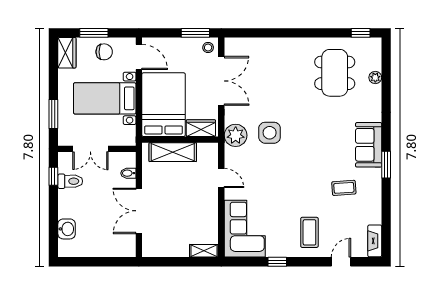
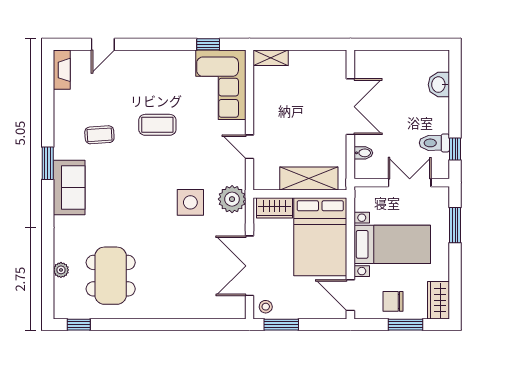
coffee table: (309, 232) -> (157, 125), moved, turned 90
window: (277, 262) -> (208, 44), moved

